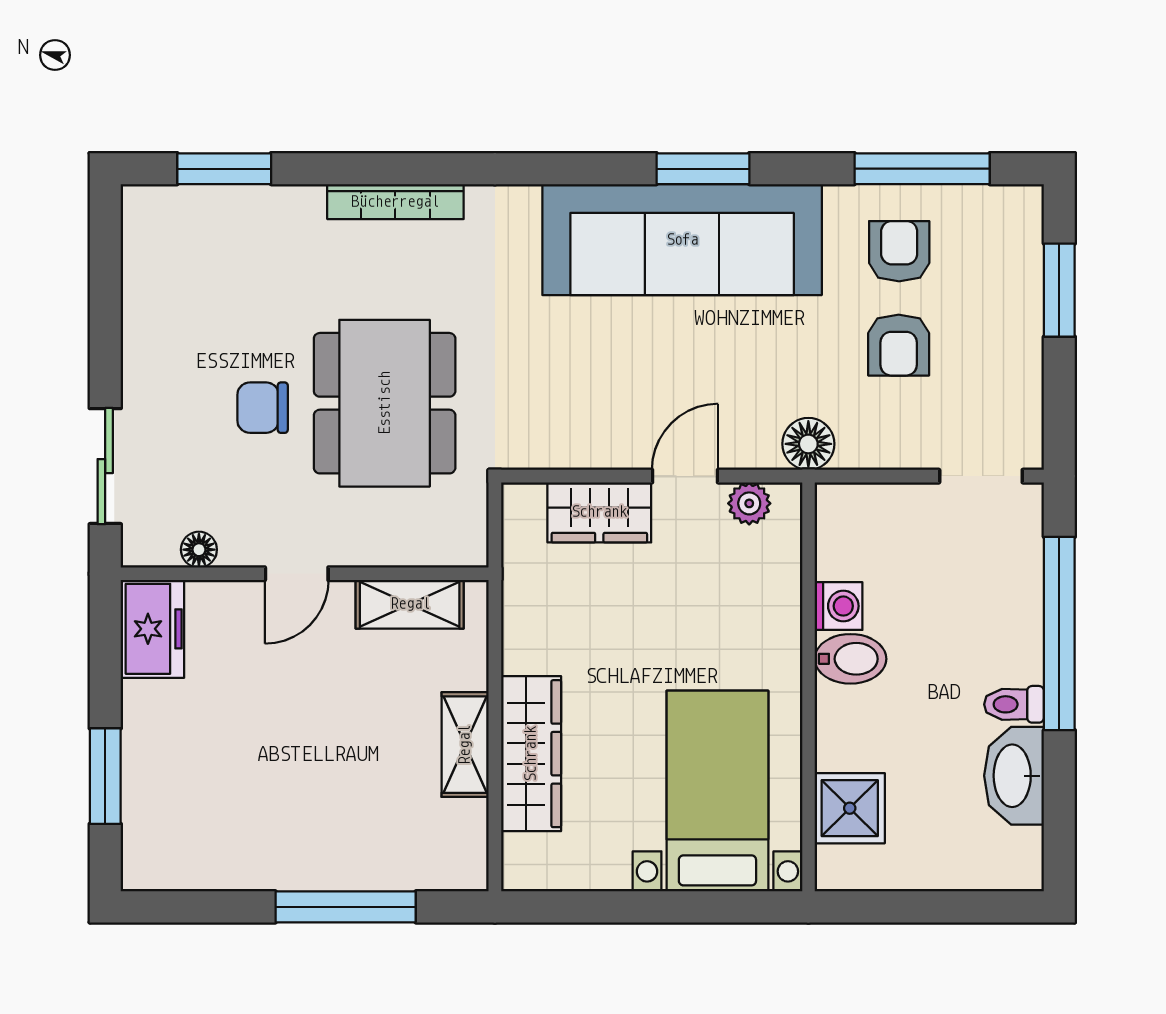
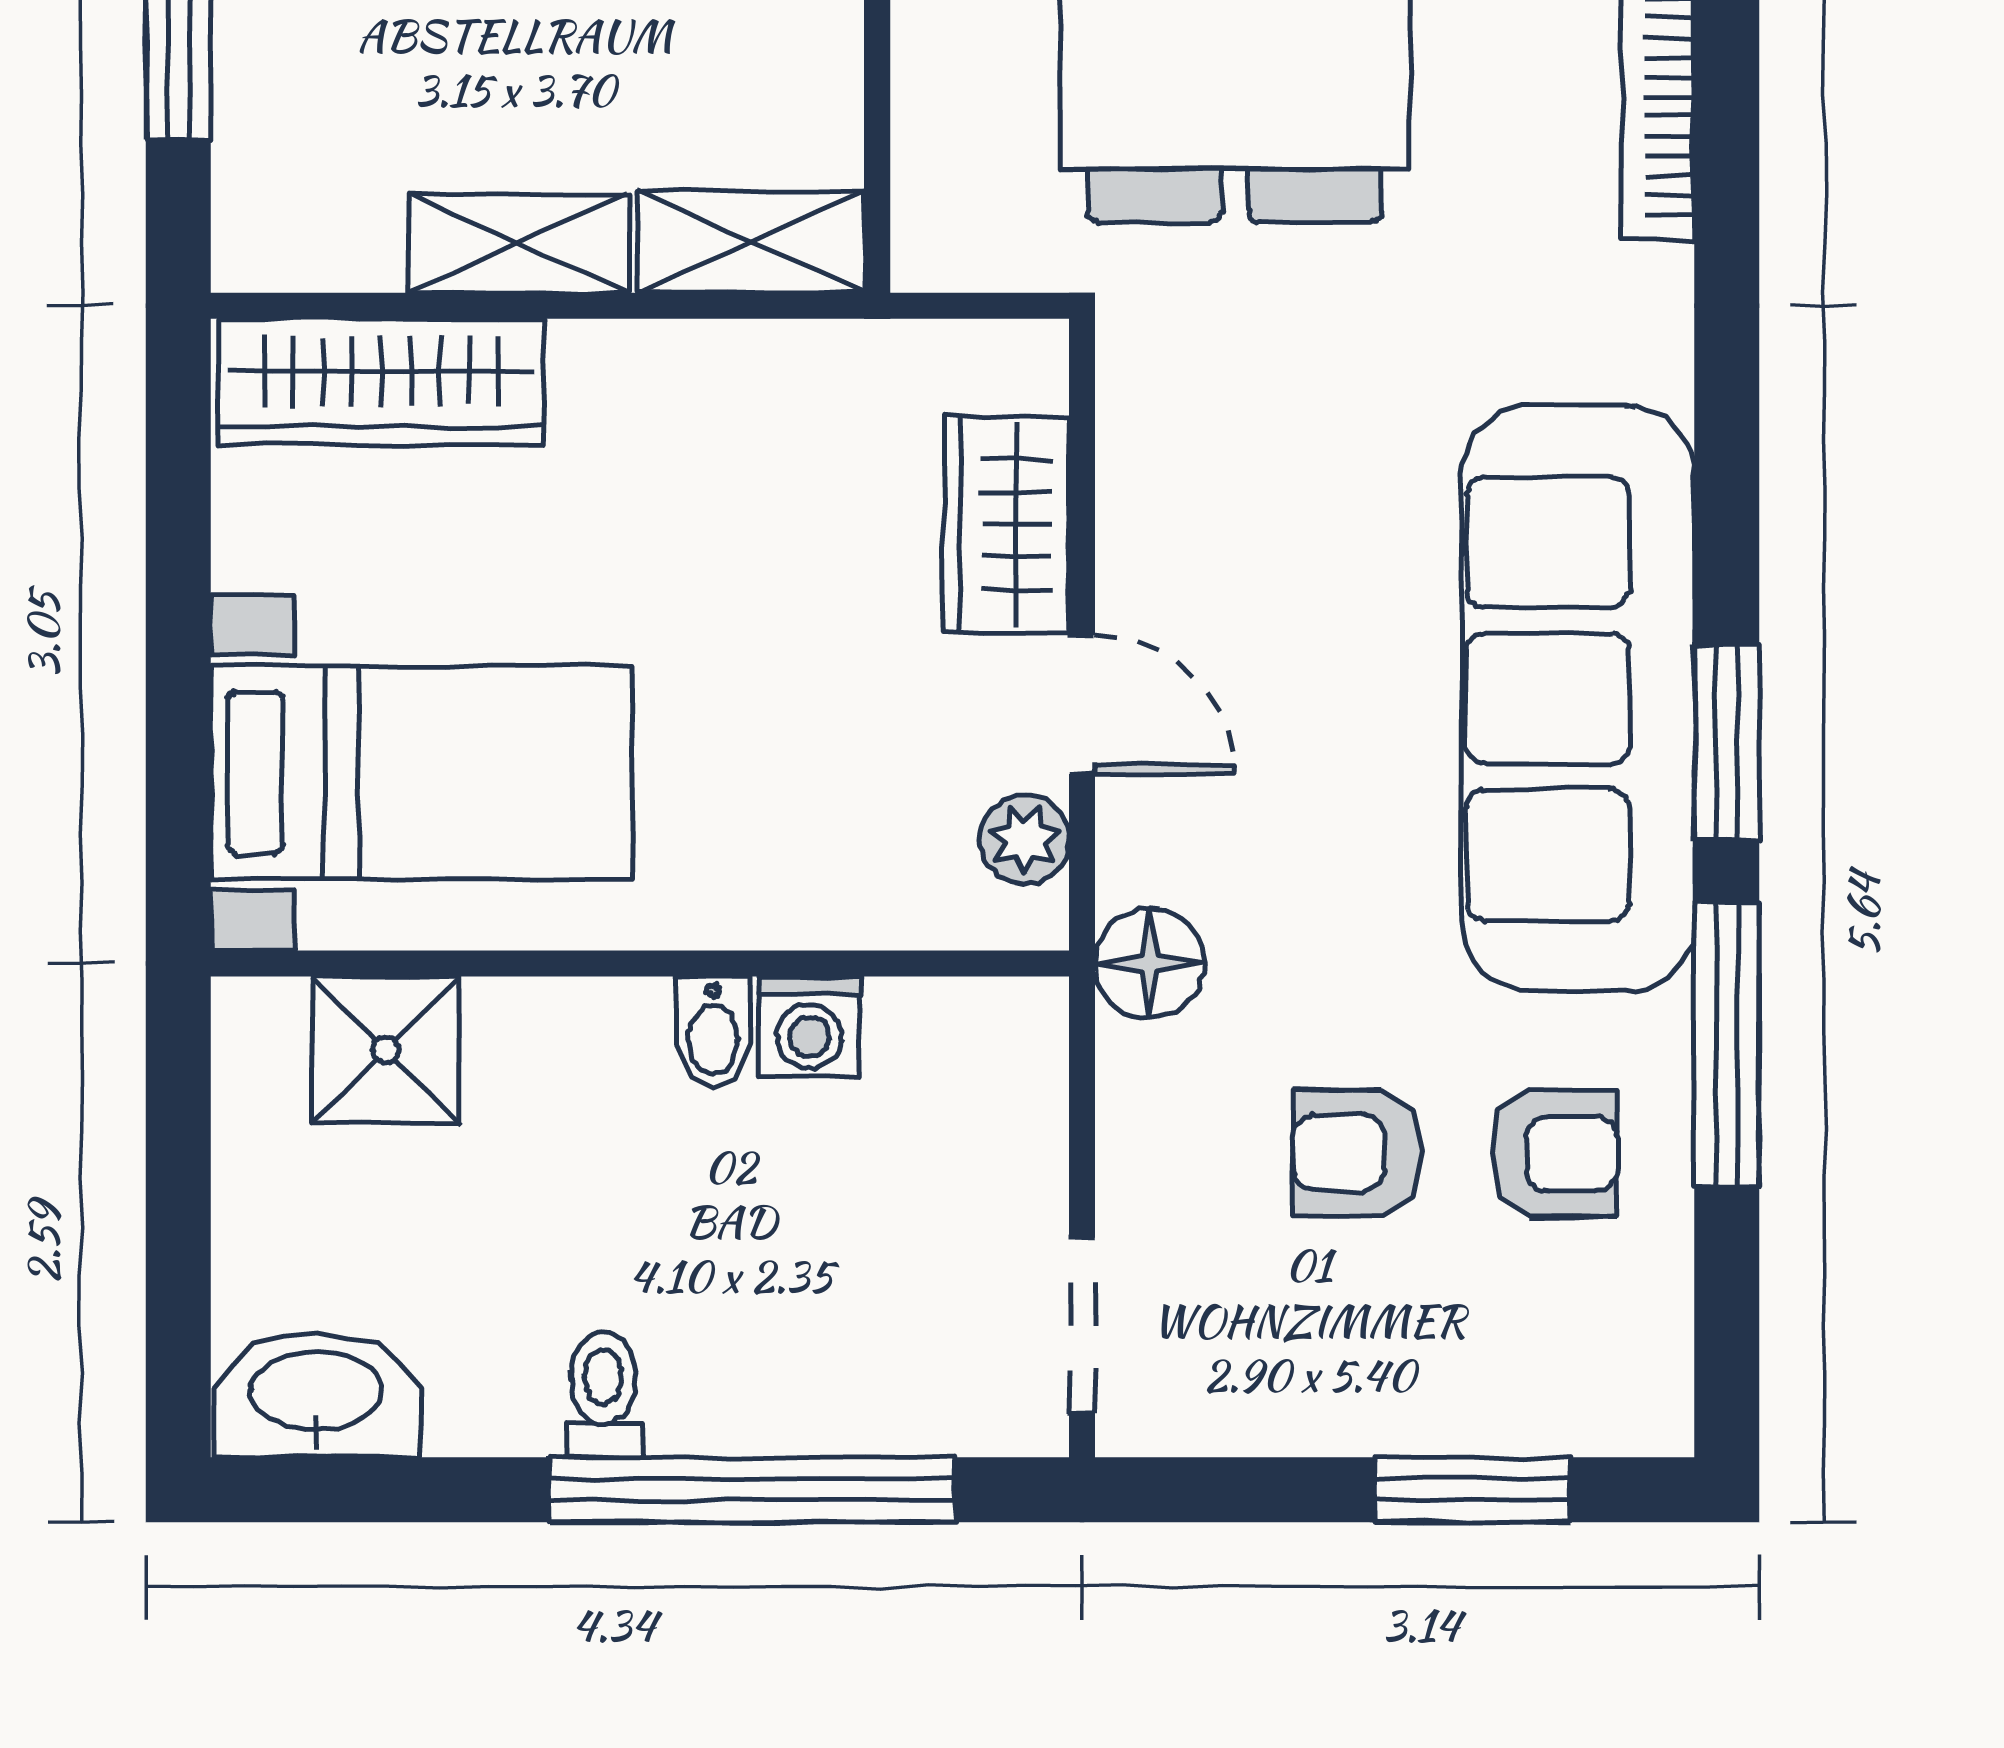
window: (922, 169) -> (1727, 1045), moved
shelving: (410, 604) -> (751, 242), moved, turned 90
bidet: (850, 659) -> (713, 1032), width x0.72, depth x0.74
wardrobe: (531, 754) -> (381, 382), moved
washbasin: (1014, 776) -> (317, 1395), moved

